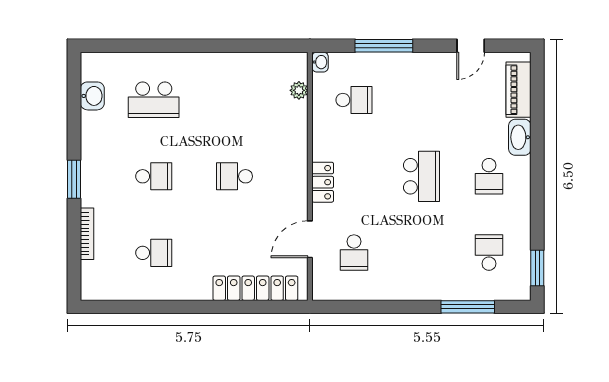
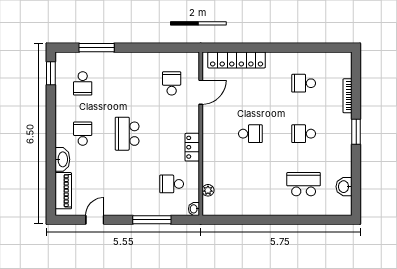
locker: (323, 182) -> (192, 147), moved

